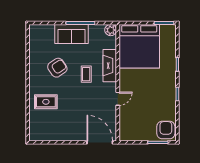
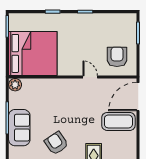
fireplace: (110, 66) -> (54, 86), removed
coffee table: (86, 74) -> (118, 121), moved, width x1.86, depth x1.72
armchair: (166, 130) -> (117, 57), moved, turned 90

